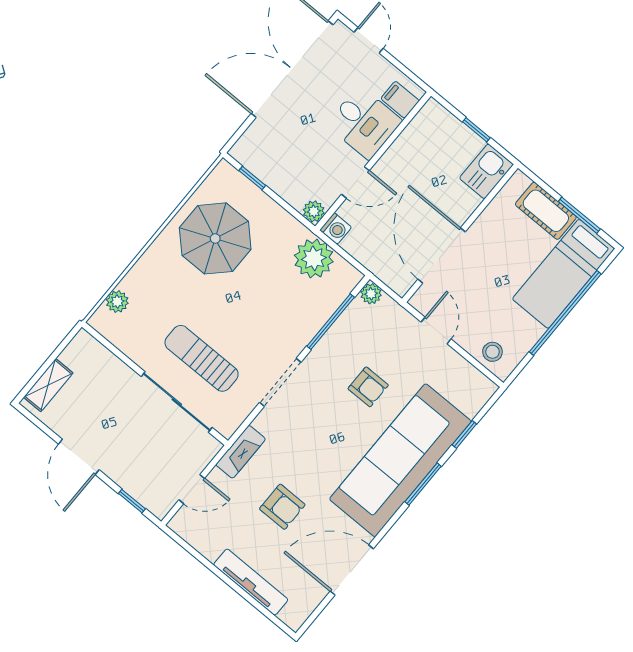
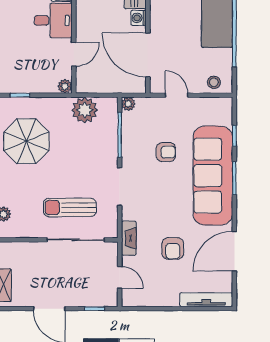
washing machine: (336, 229) -> (139, 18), moved, turned 180
door: (192, 489) -> (120, 277), hinge flipped
armchair: (282, 507) -> (173, 248), turned 90
tv unit: (251, 582) -> (206, 300), moved

